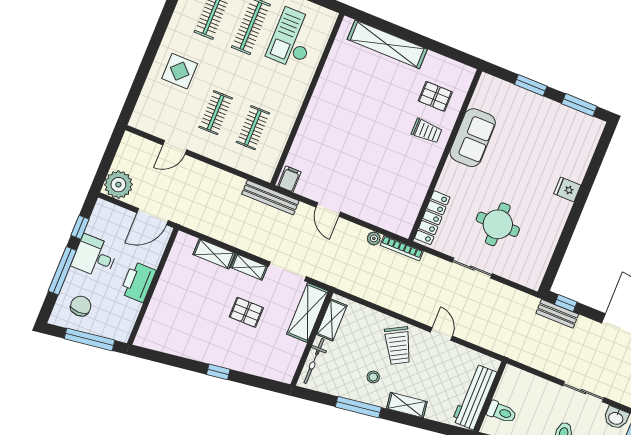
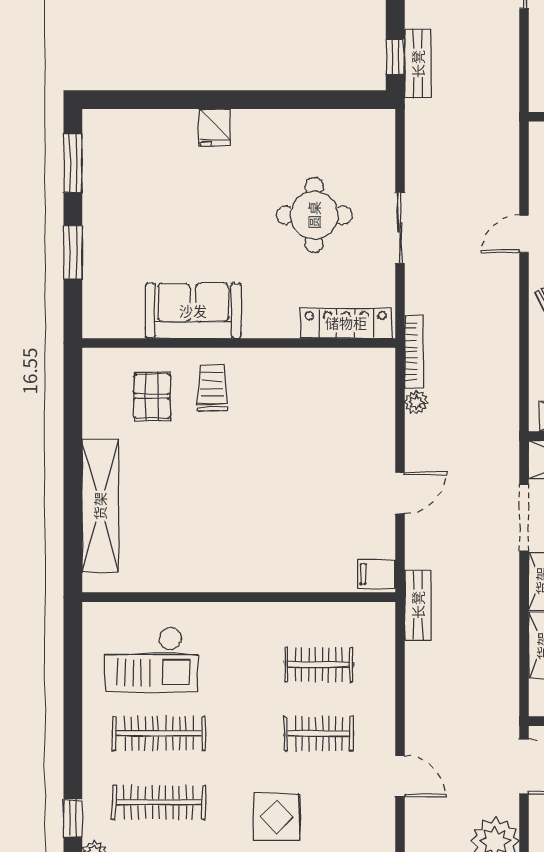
bench: (270, 197) -> (418, 605), width x0.73

